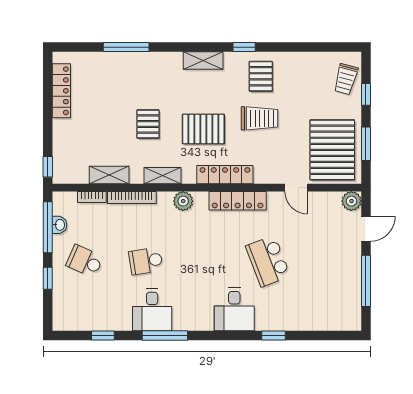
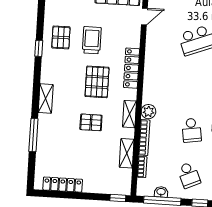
shelving: (203, 61) -> (46, 99), moved
pallet: (261, 76) -> (61, 37), turned 90
plant: (183, 201) -> (148, 112), moved
locker: (238, 201) -> (151, 60), removed
school desk: (85, 261) -> (189, 175), turned -48

